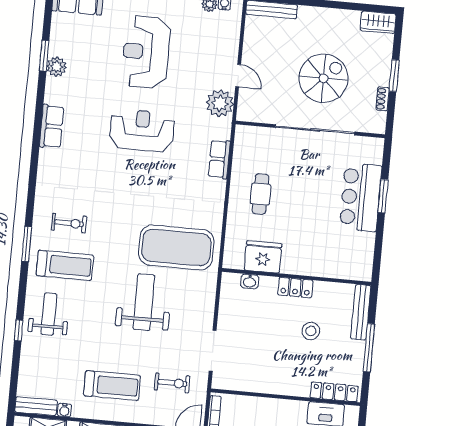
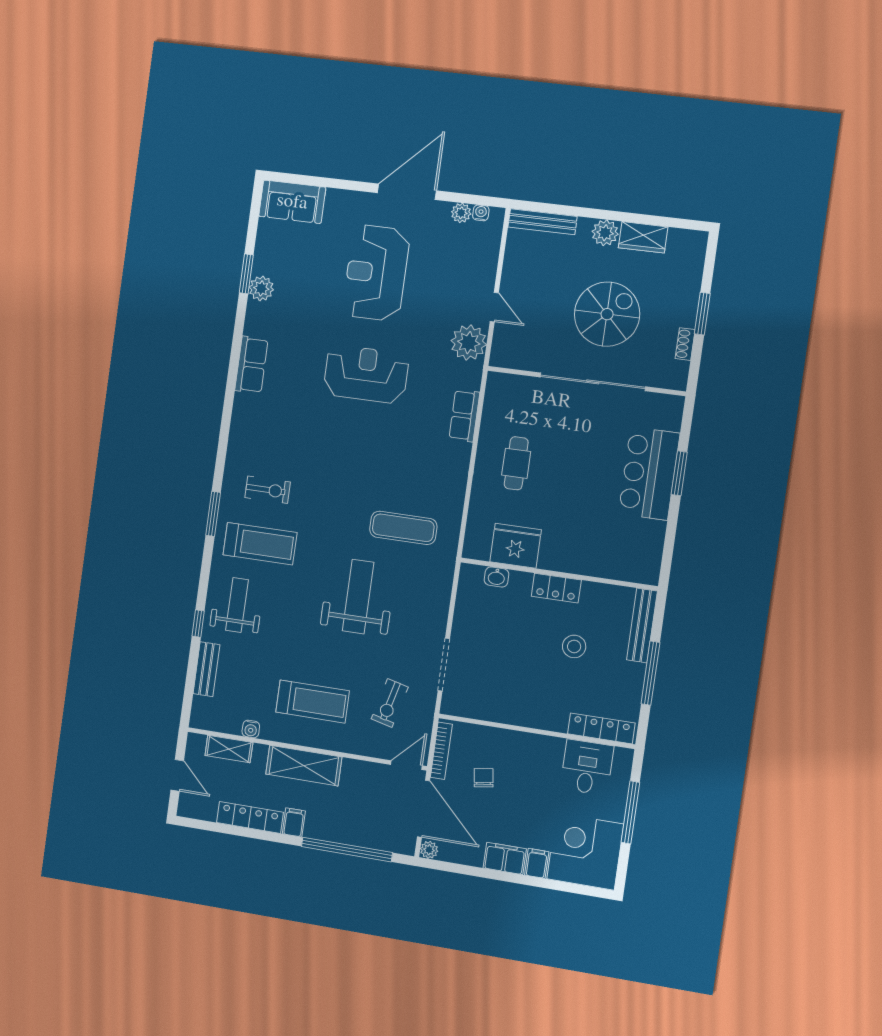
plant: (319, 17) -> (605, 233), added
wardrobe: (378, 22) -> (643, 237), moved
exercise mat: (176, 247) -> (403, 528), width x0.50, depth x0.69
exercise bike: (172, 383) -> (390, 703), turned 104
bench: (36, 406) -> (206, 669), moved, turned 90

